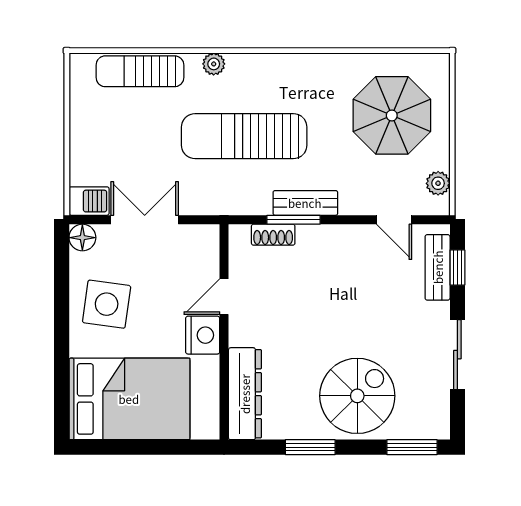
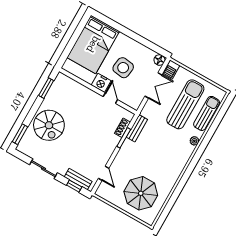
sun lounger: (244, 136) -> (185, 104), moved
plant: (438, 183) -> (108, 196), removed
bench: (305, 203) -> (137, 128), moved
door: (394, 220) -> (104, 173), swing flipped
side table: (107, 304) -> (123, 68), moved
dresser: (245, 394) -> (72, 86), removed
window: (310, 447) -> (46, 88), moved

